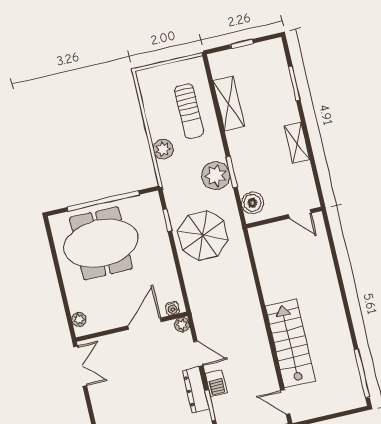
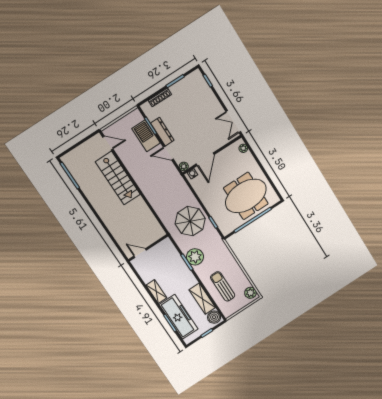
freezer: (277, 88) -> (179, 317), added
plant: (163, 149) -> (250, 293), moved
boiler: (252, 203) -> (214, 317), moved
barbecue: (216, 383) -> (146, 136), width x1.88, depth x1.53

